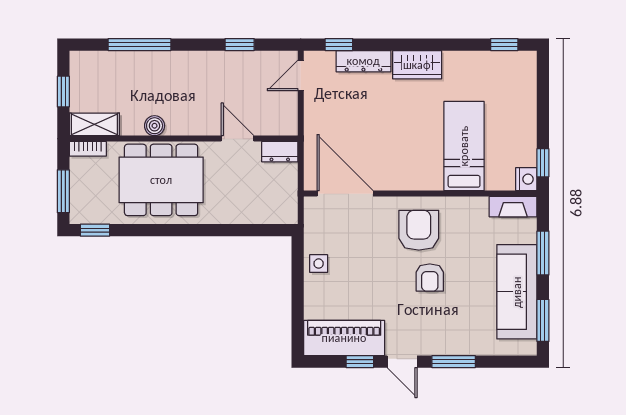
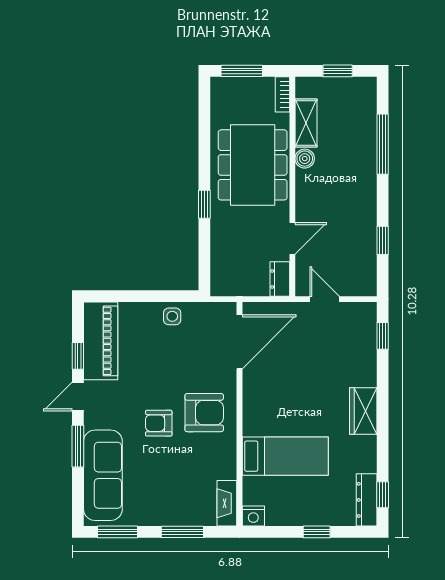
dresser: (363, 61) -> (367, 500), moved
door: (301, 75) -> (325, 299), moved
shelving: (94, 124) -> (306, 123), moved
window: (543, 163) -> (317, 532), moved
window: (95, 230) -> (204, 204), moved
sofa: (517, 292) -> (103, 475), moved, turned 90

